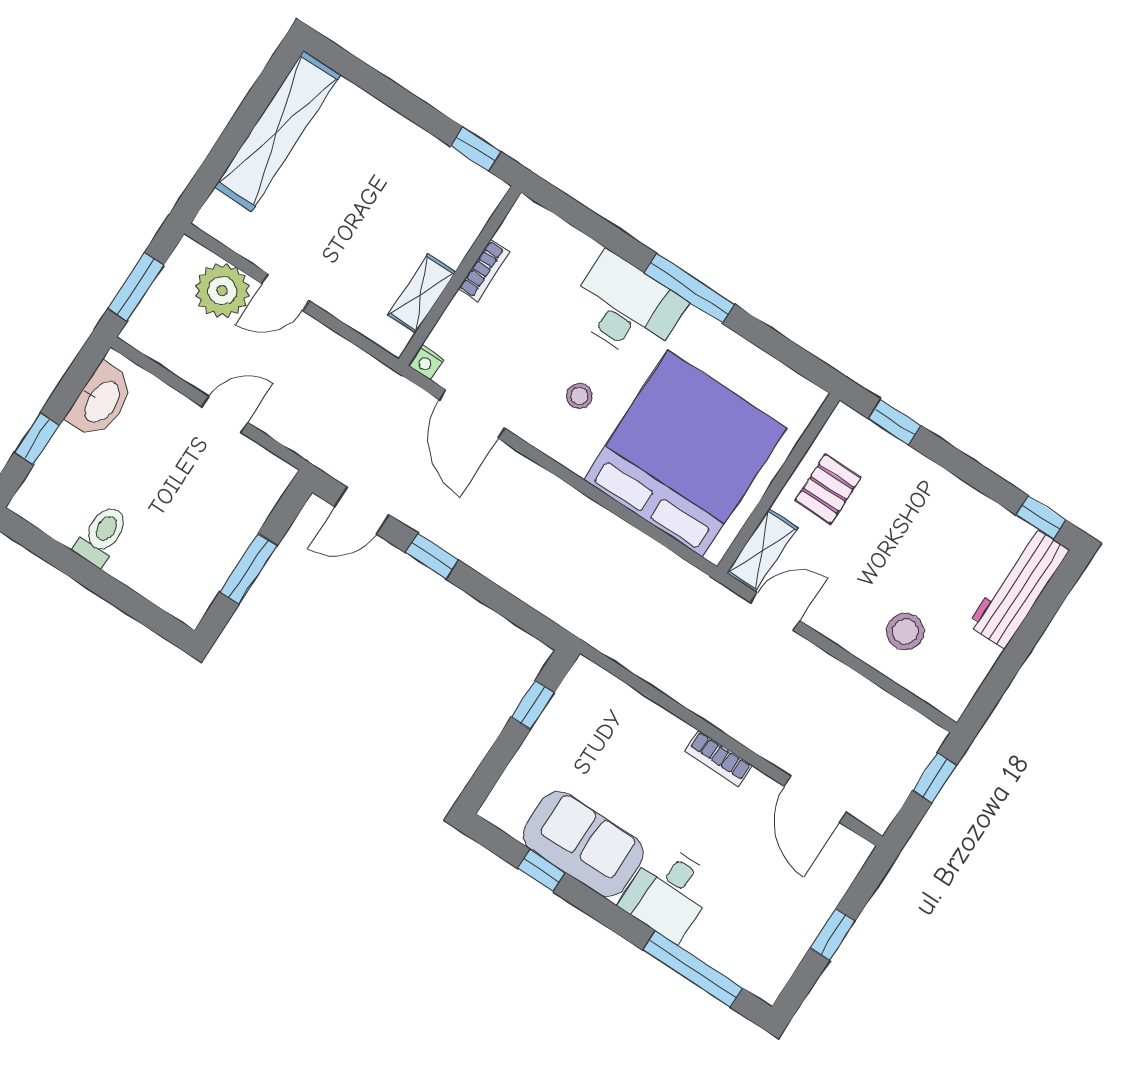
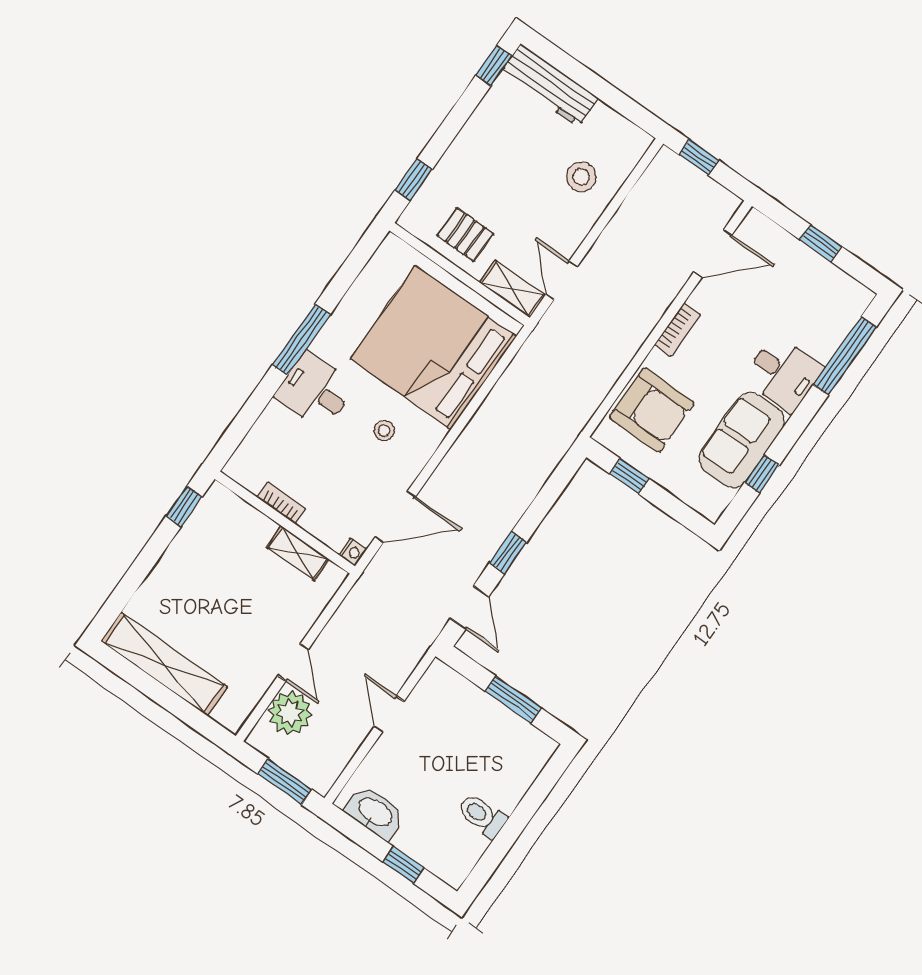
desk: (626, 308) -> (315, 391), width x0.73
armchair: (617, 730) -> (652, 410), added

